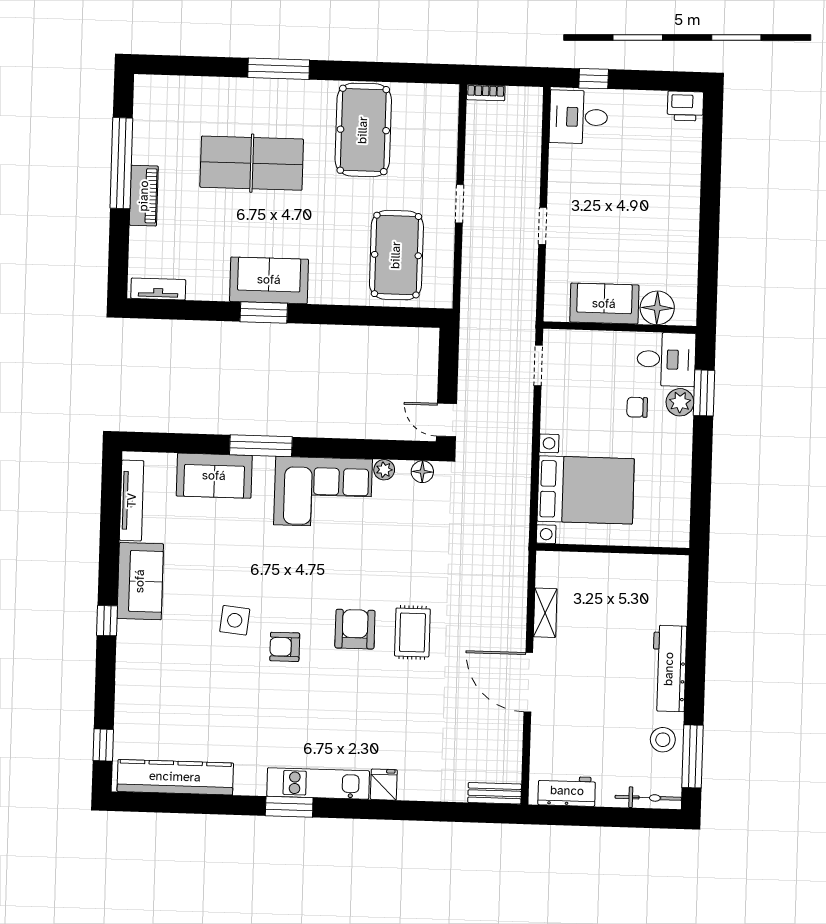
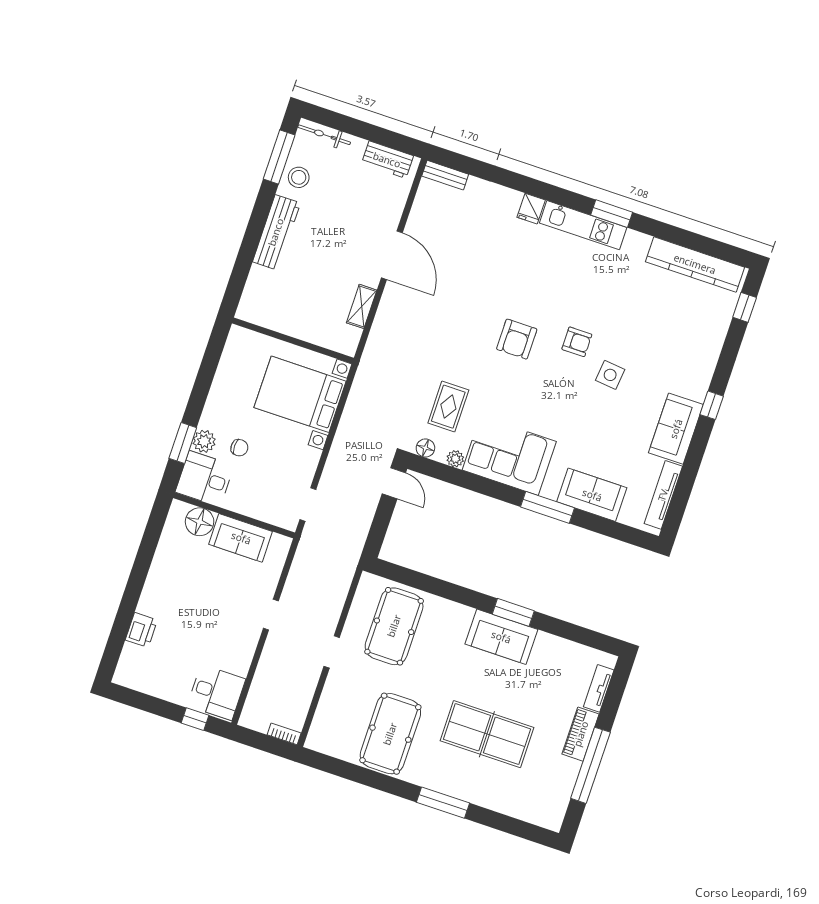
printer: (685, 106) -> (141, 630), moved, turned 90
tv unit: (158, 289) -> (599, 688), moved, turned 90
rug: (412, 632) -> (448, 407), moved

